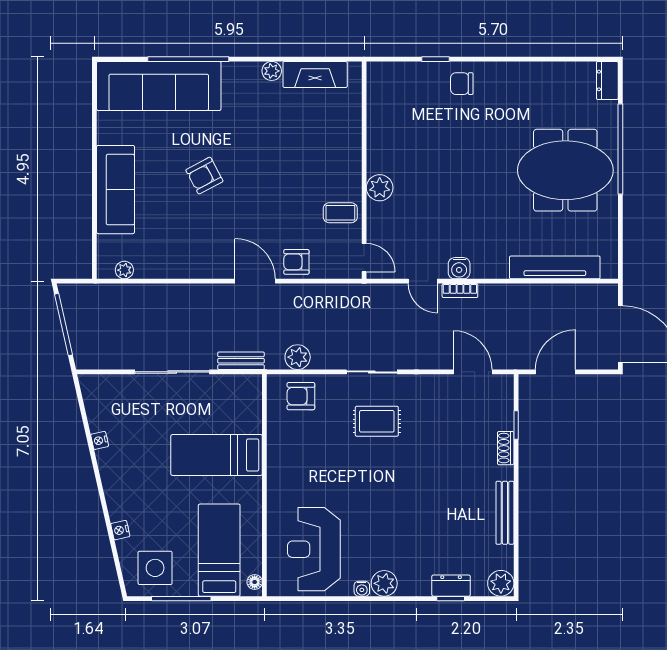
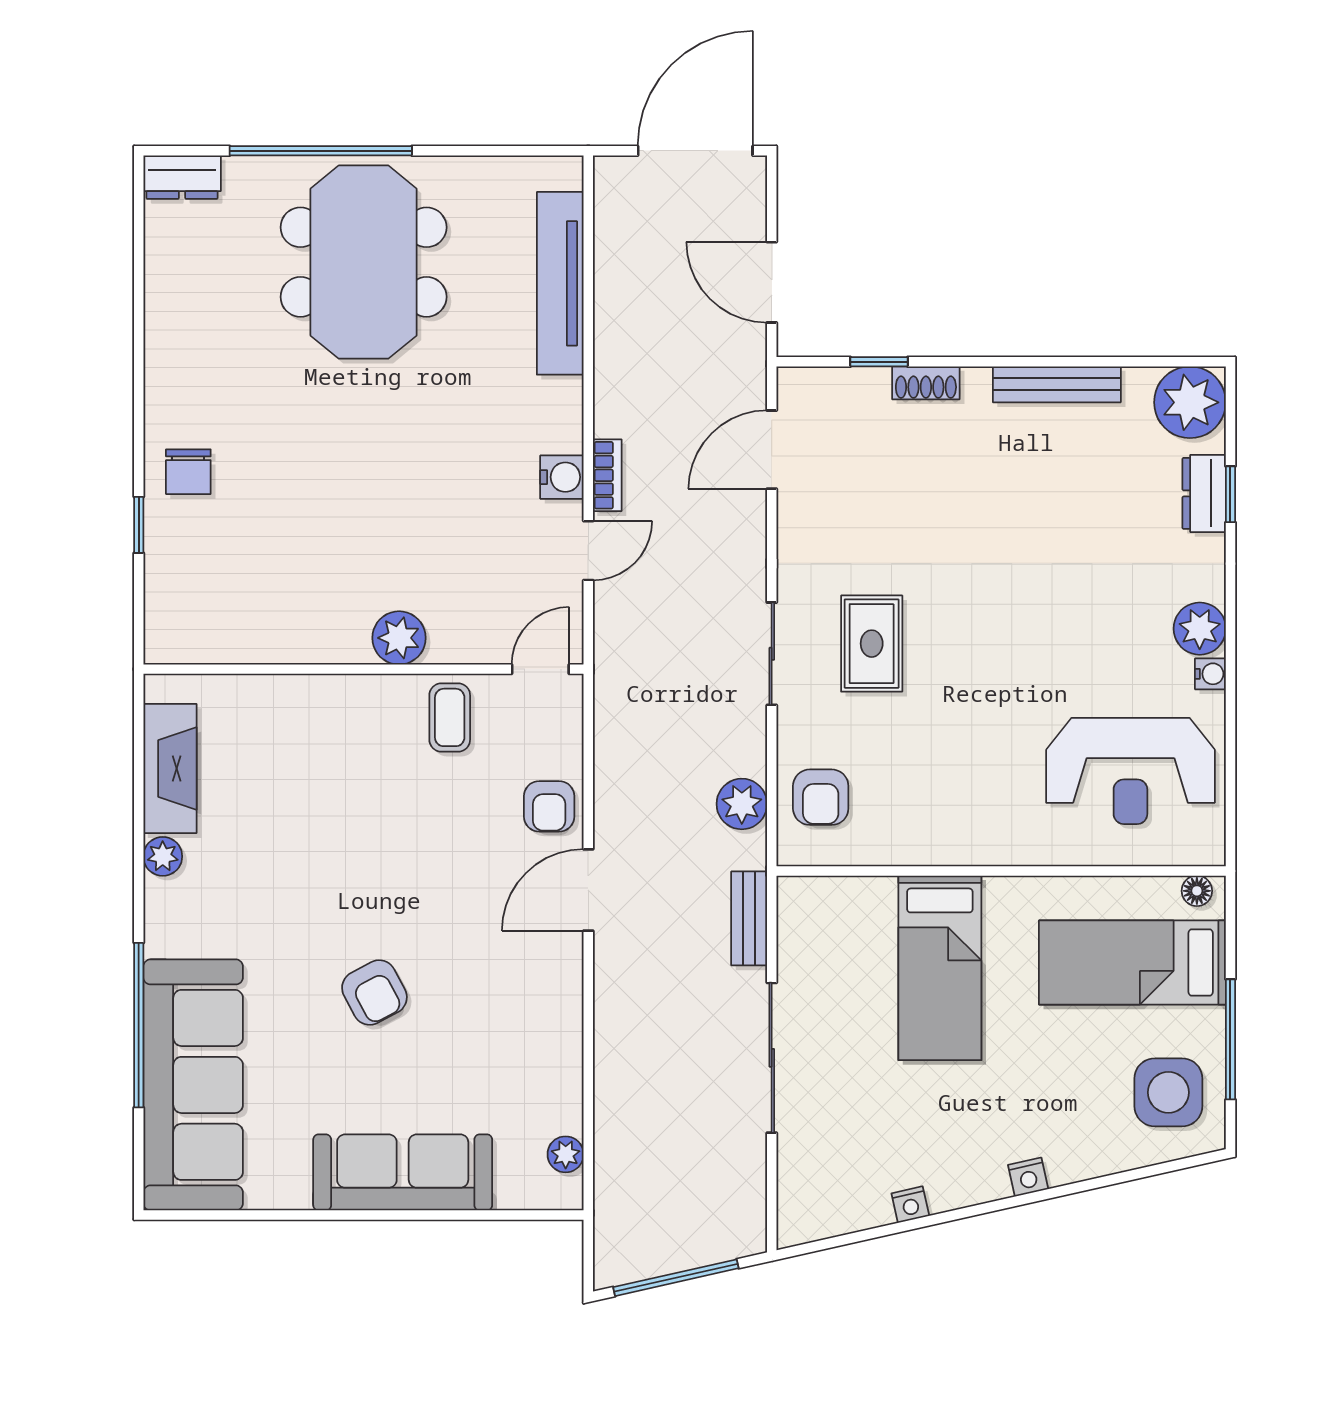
nightstand: (120, 530) -> (1028, 1177), moved
plant: (501, 583) -> (1190, 402), width x1.36, depth x1.36

